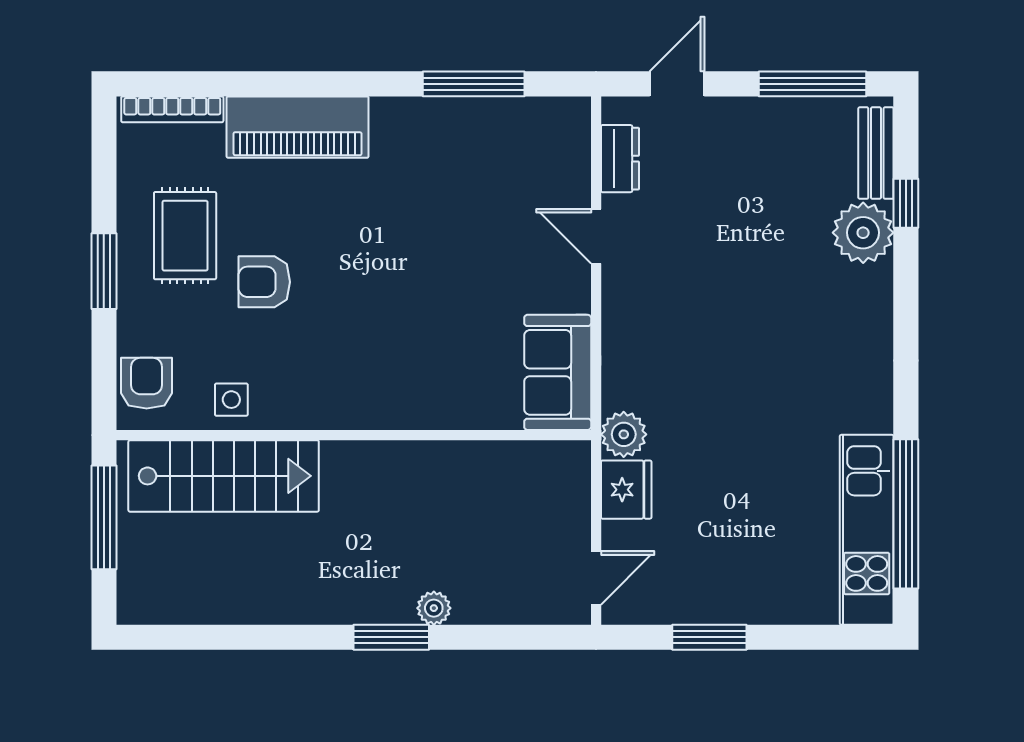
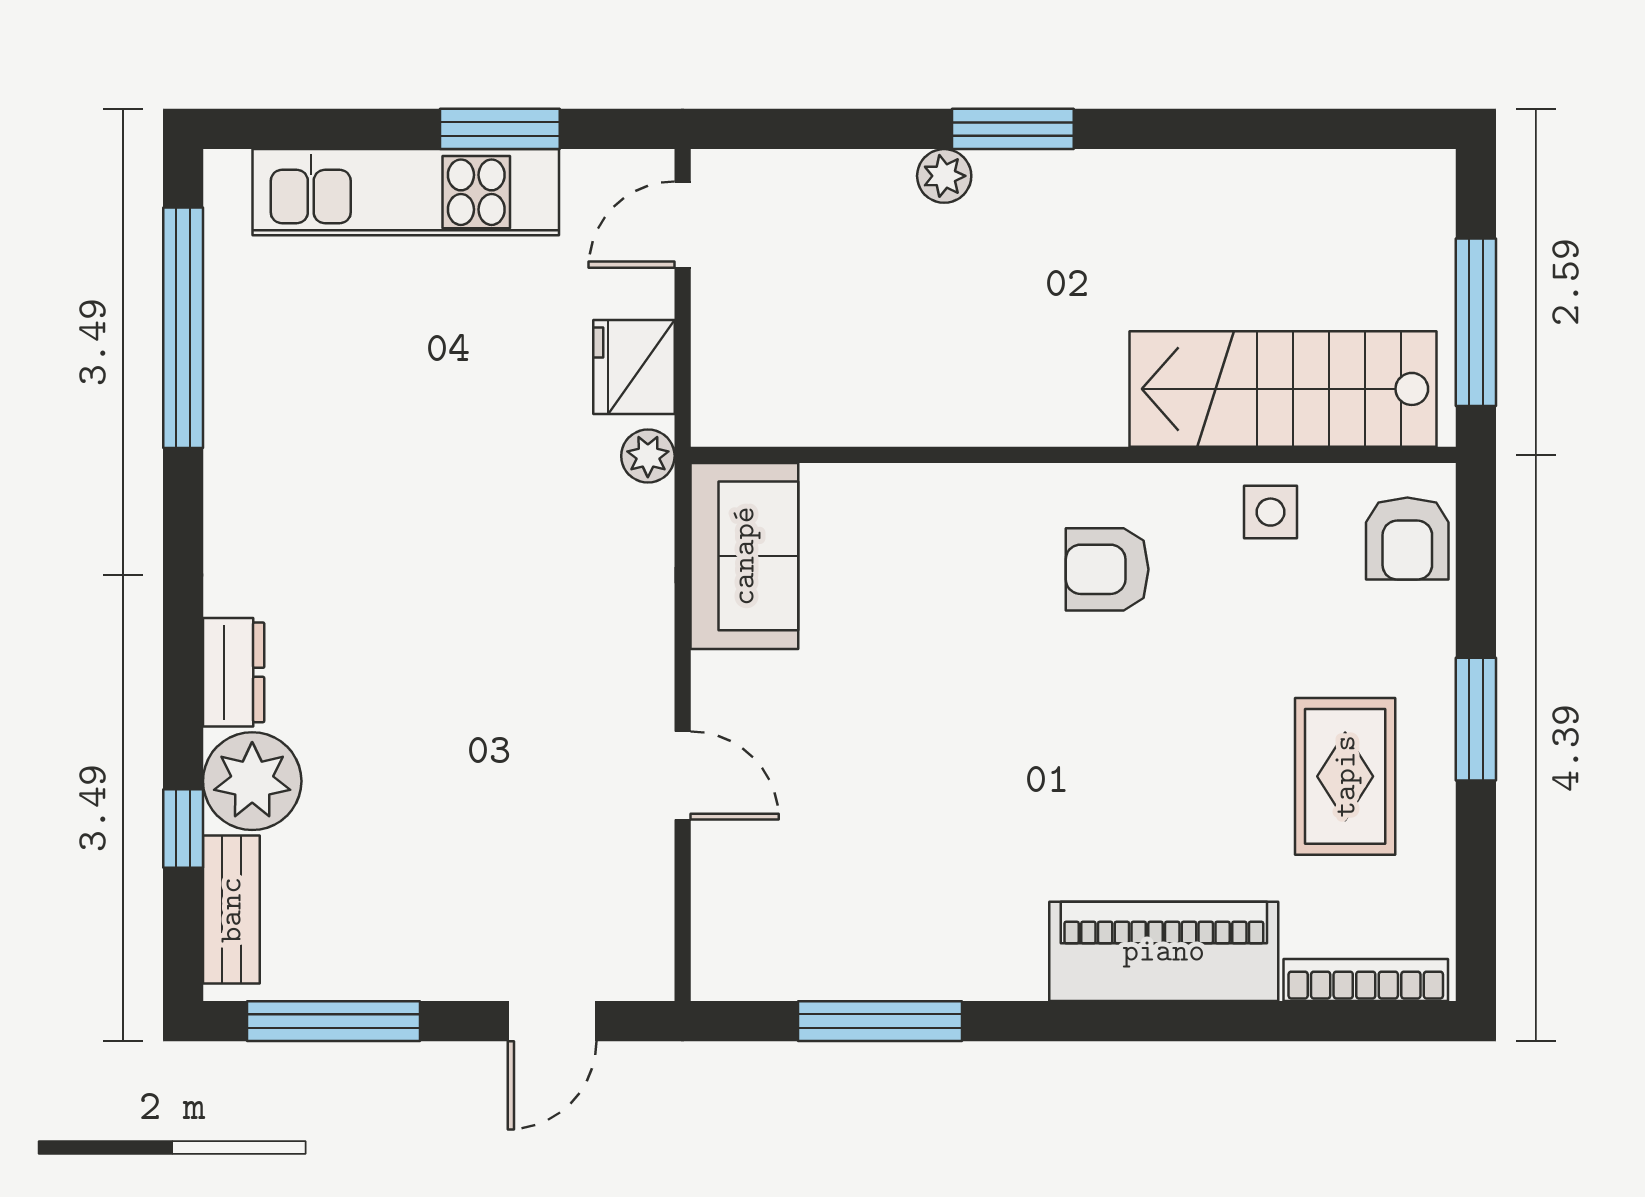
dresser: (620, 159) -> (234, 672), moved, turned 180
armchair: (264, 282) -> (1107, 569), moved, turned 180
plant: (624, 434) -> (648, 456), width x0.73, depth x0.73
kitchen unit: (867, 530) -> (406, 192), moved, turned 90

